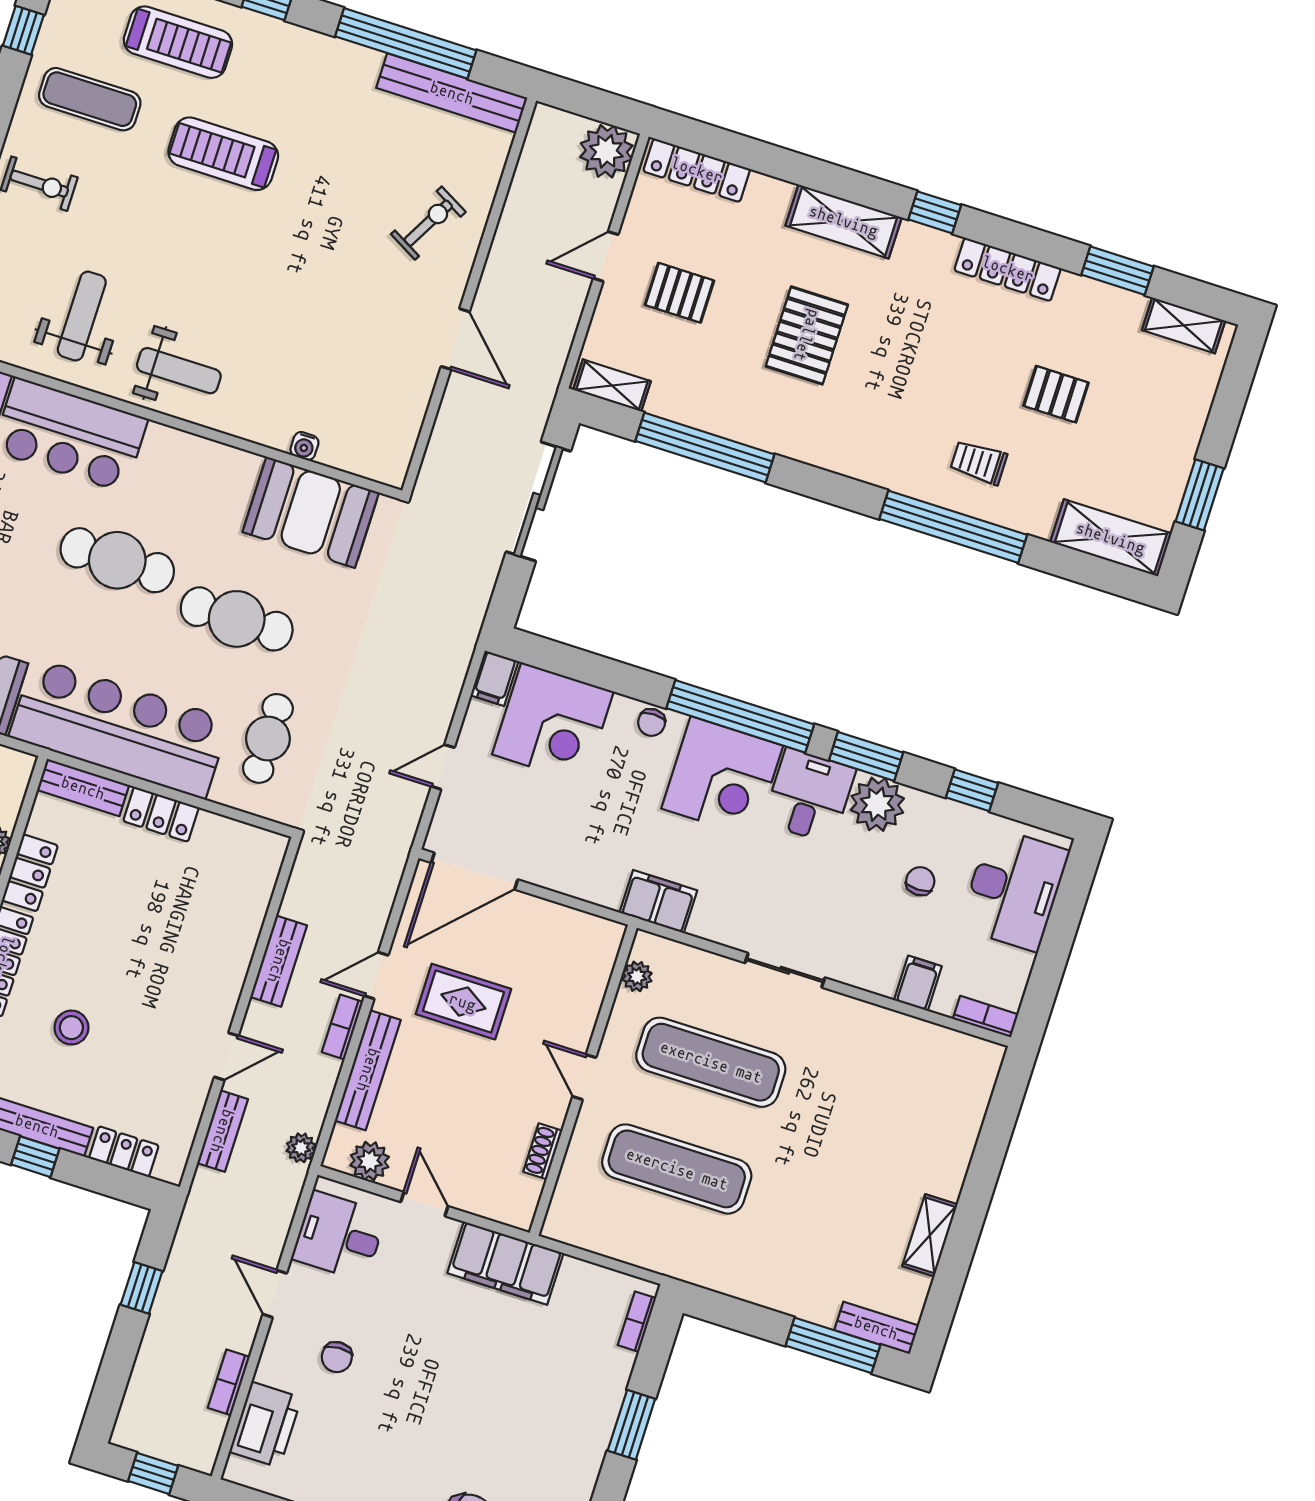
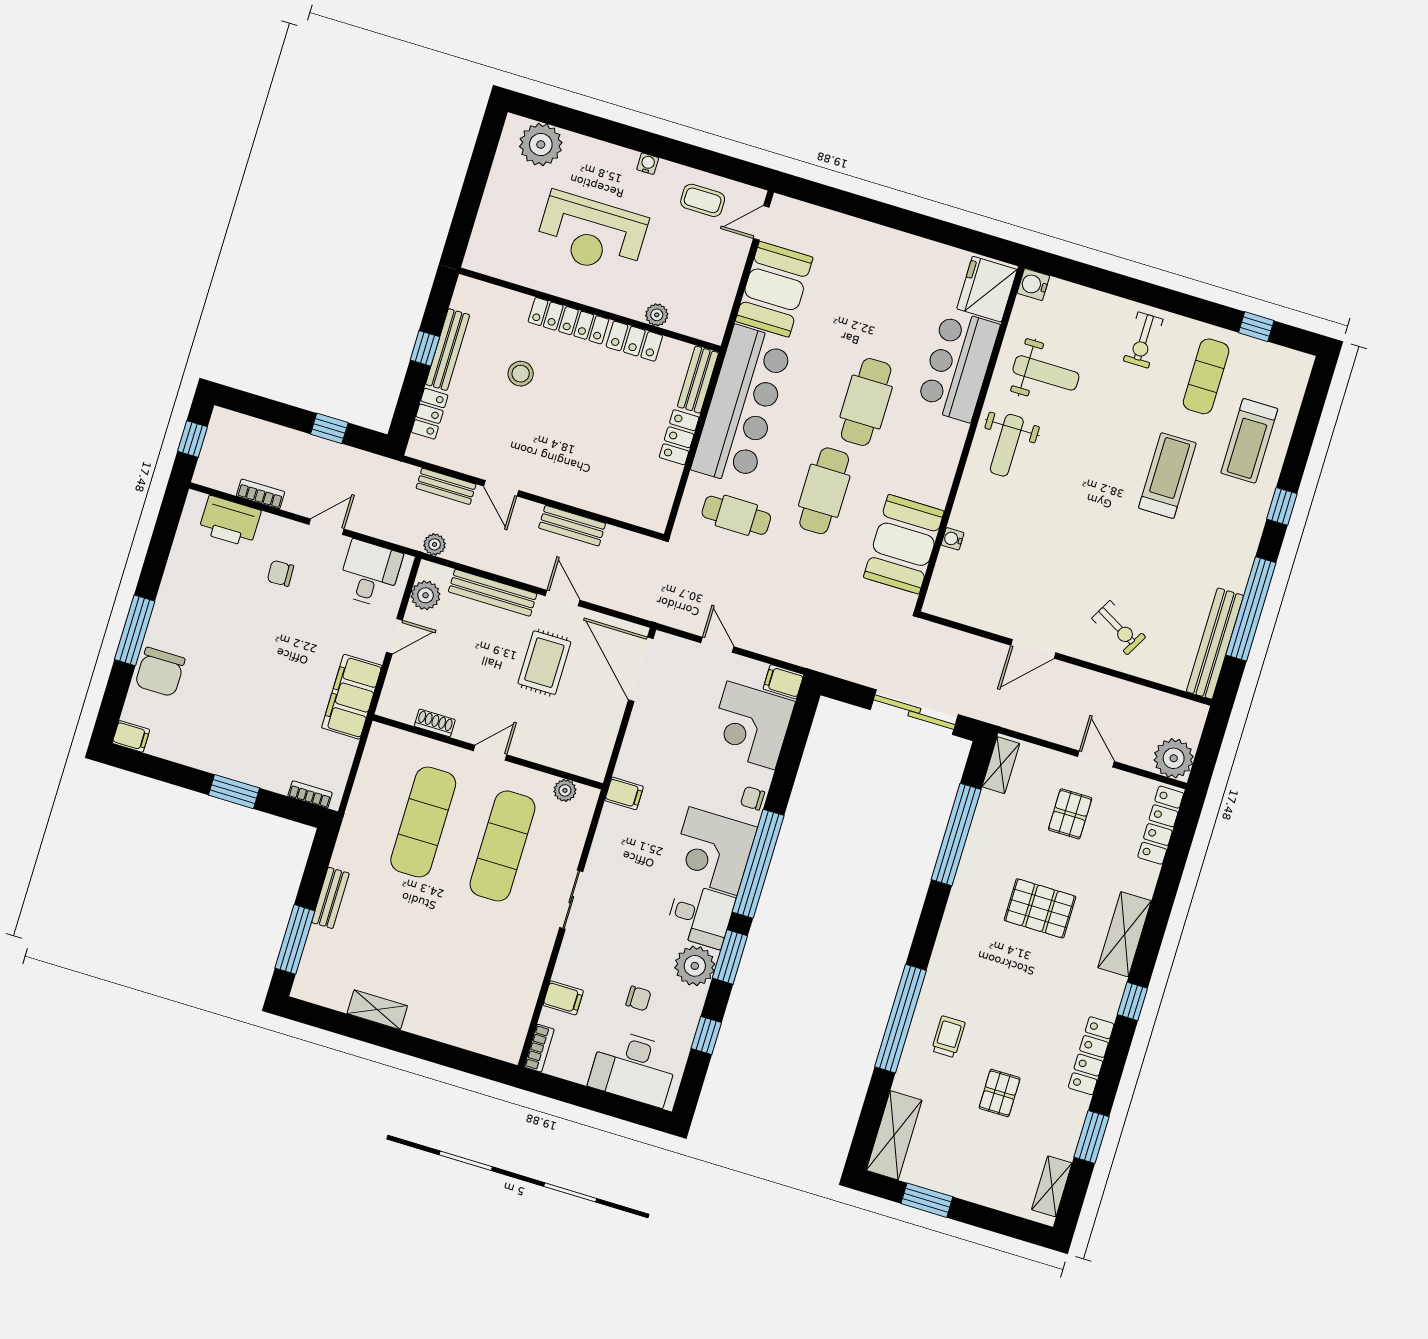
filing cabinet: (658, 902) -> (624, 793), width x0.50
bookcase: (342, 1027) -> (524, 574), removed
bench: (876, 1328) -> (330, 898), moved

